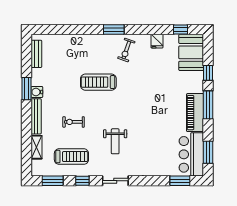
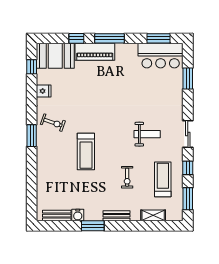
water cooler: (37, 92) -> (78, 215), moved
piano: (195, 113) -> (95, 52), moved
bench: (36, 116) -> (116, 216), width x0.73
window: (180, 181) -> (188, 78), moved

